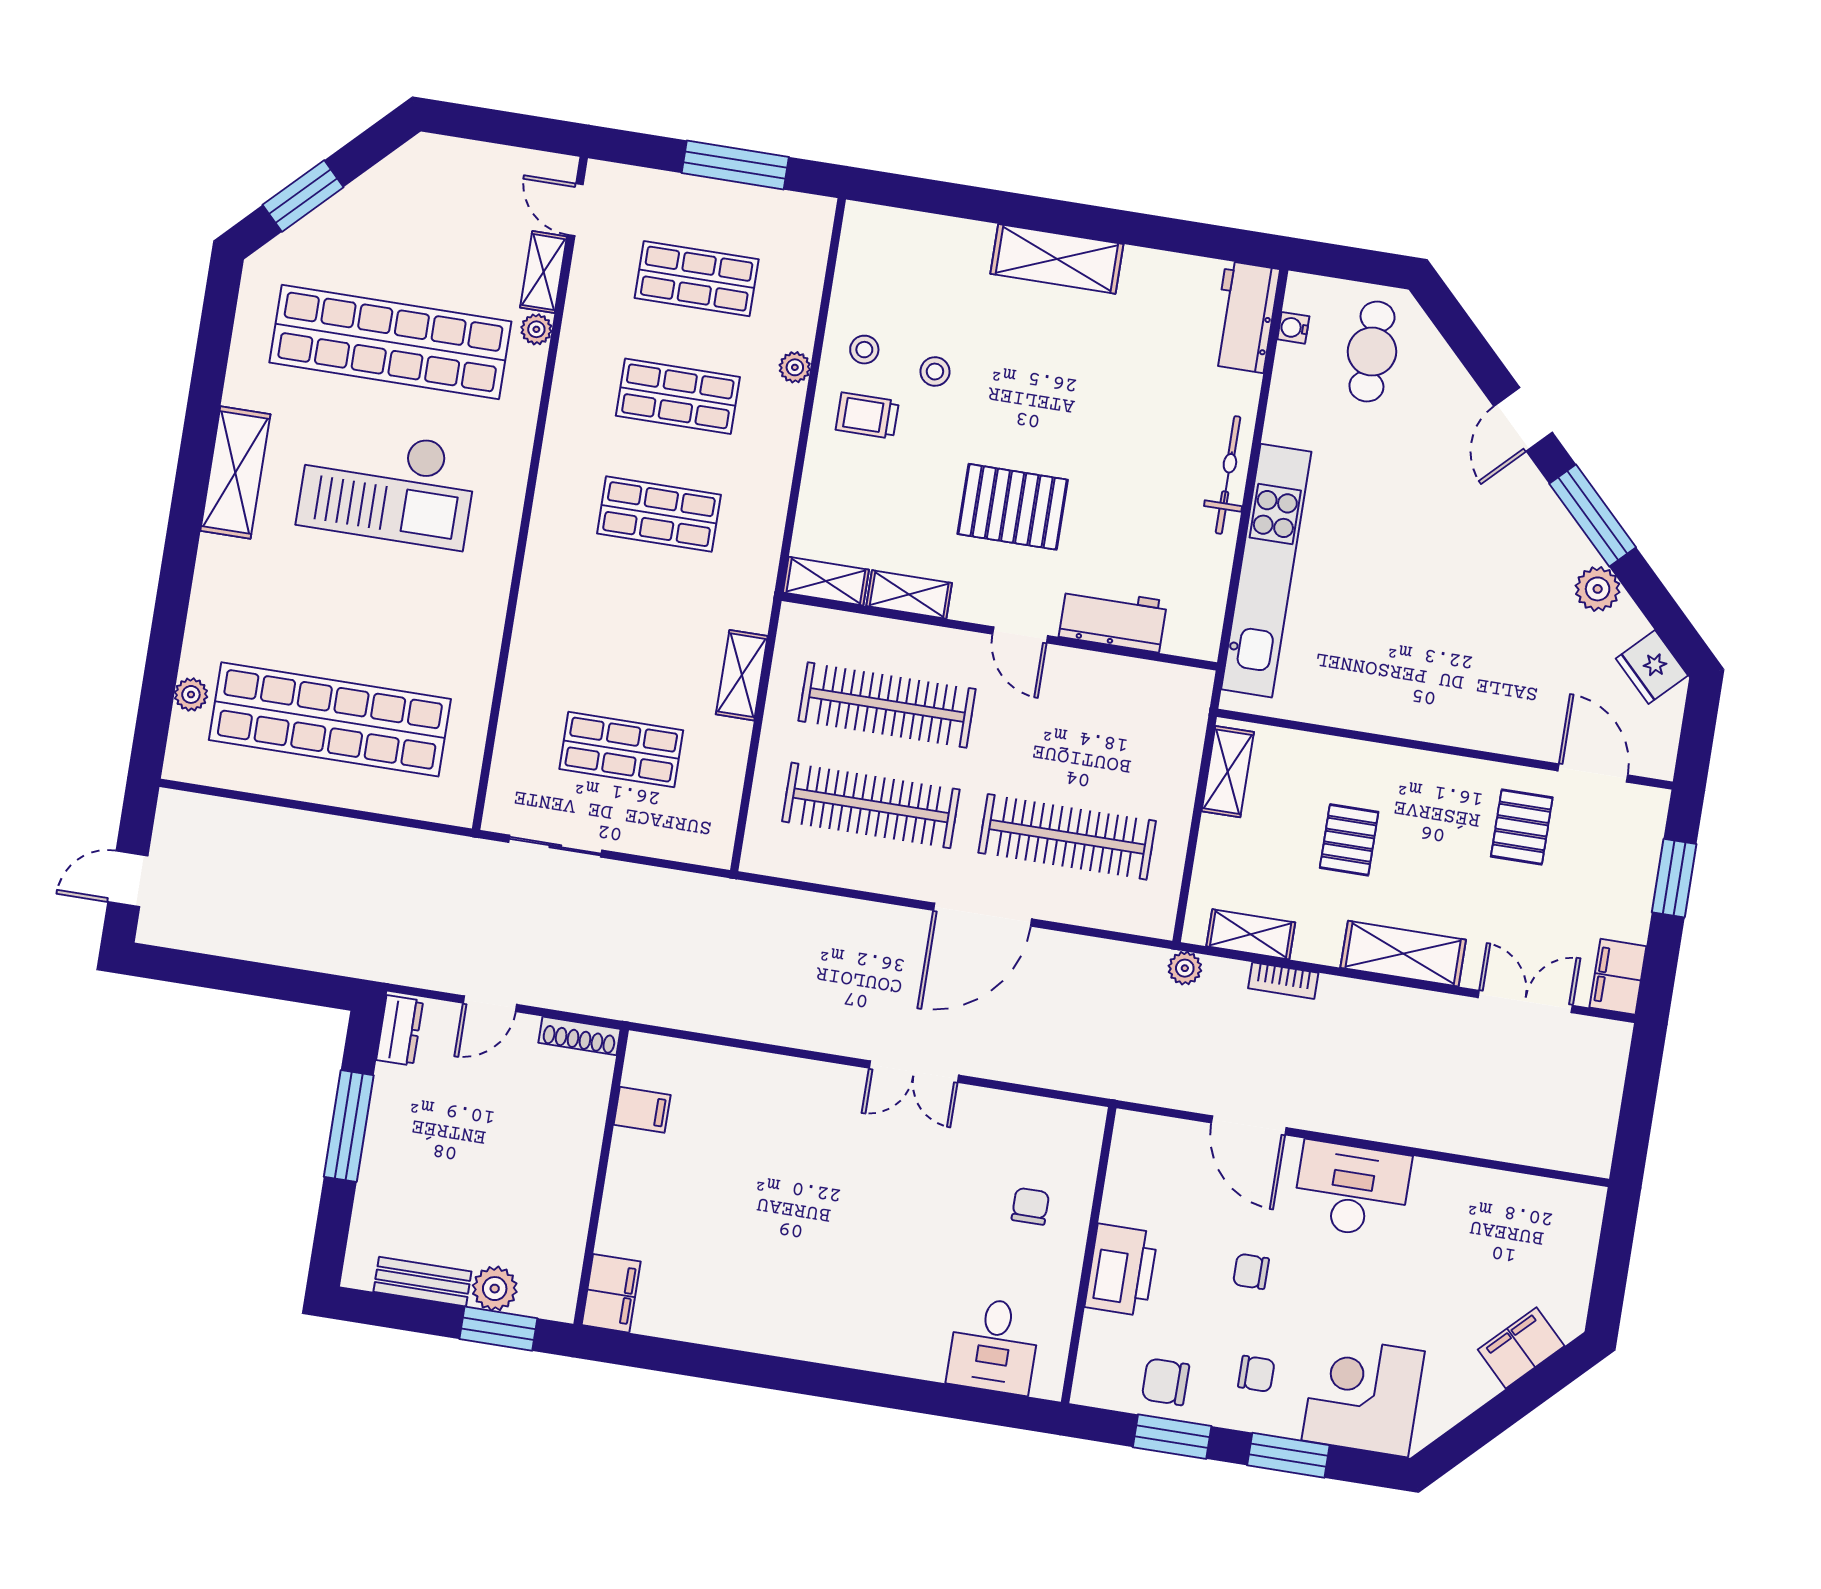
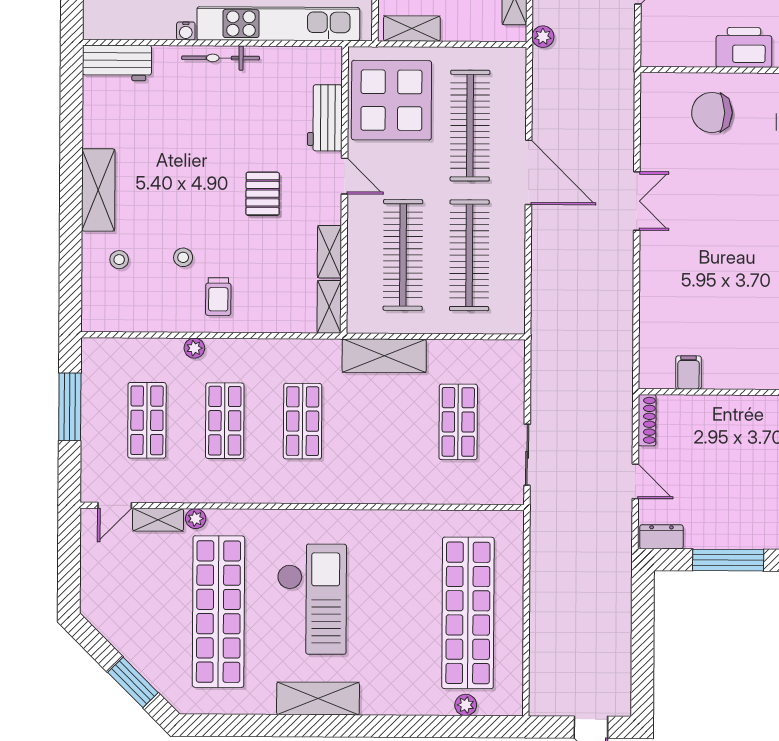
water cooler: (1293, 328) -> (186, 31), moved
stool: (864, 350) -> (119, 260), moved
pallet: (1013, 507) -> (263, 194), width x0.67, depth x0.71
door: (1020, 635) -> (344, 176), hinge flipped
shelving: (742, 675) -> (384, 356), width x1.50, depth x1.33
display table: (1124, 724) -> (391, 100), added
chair: (1030, 1206) -> (712, 112), width x1.87, depth x1.87

